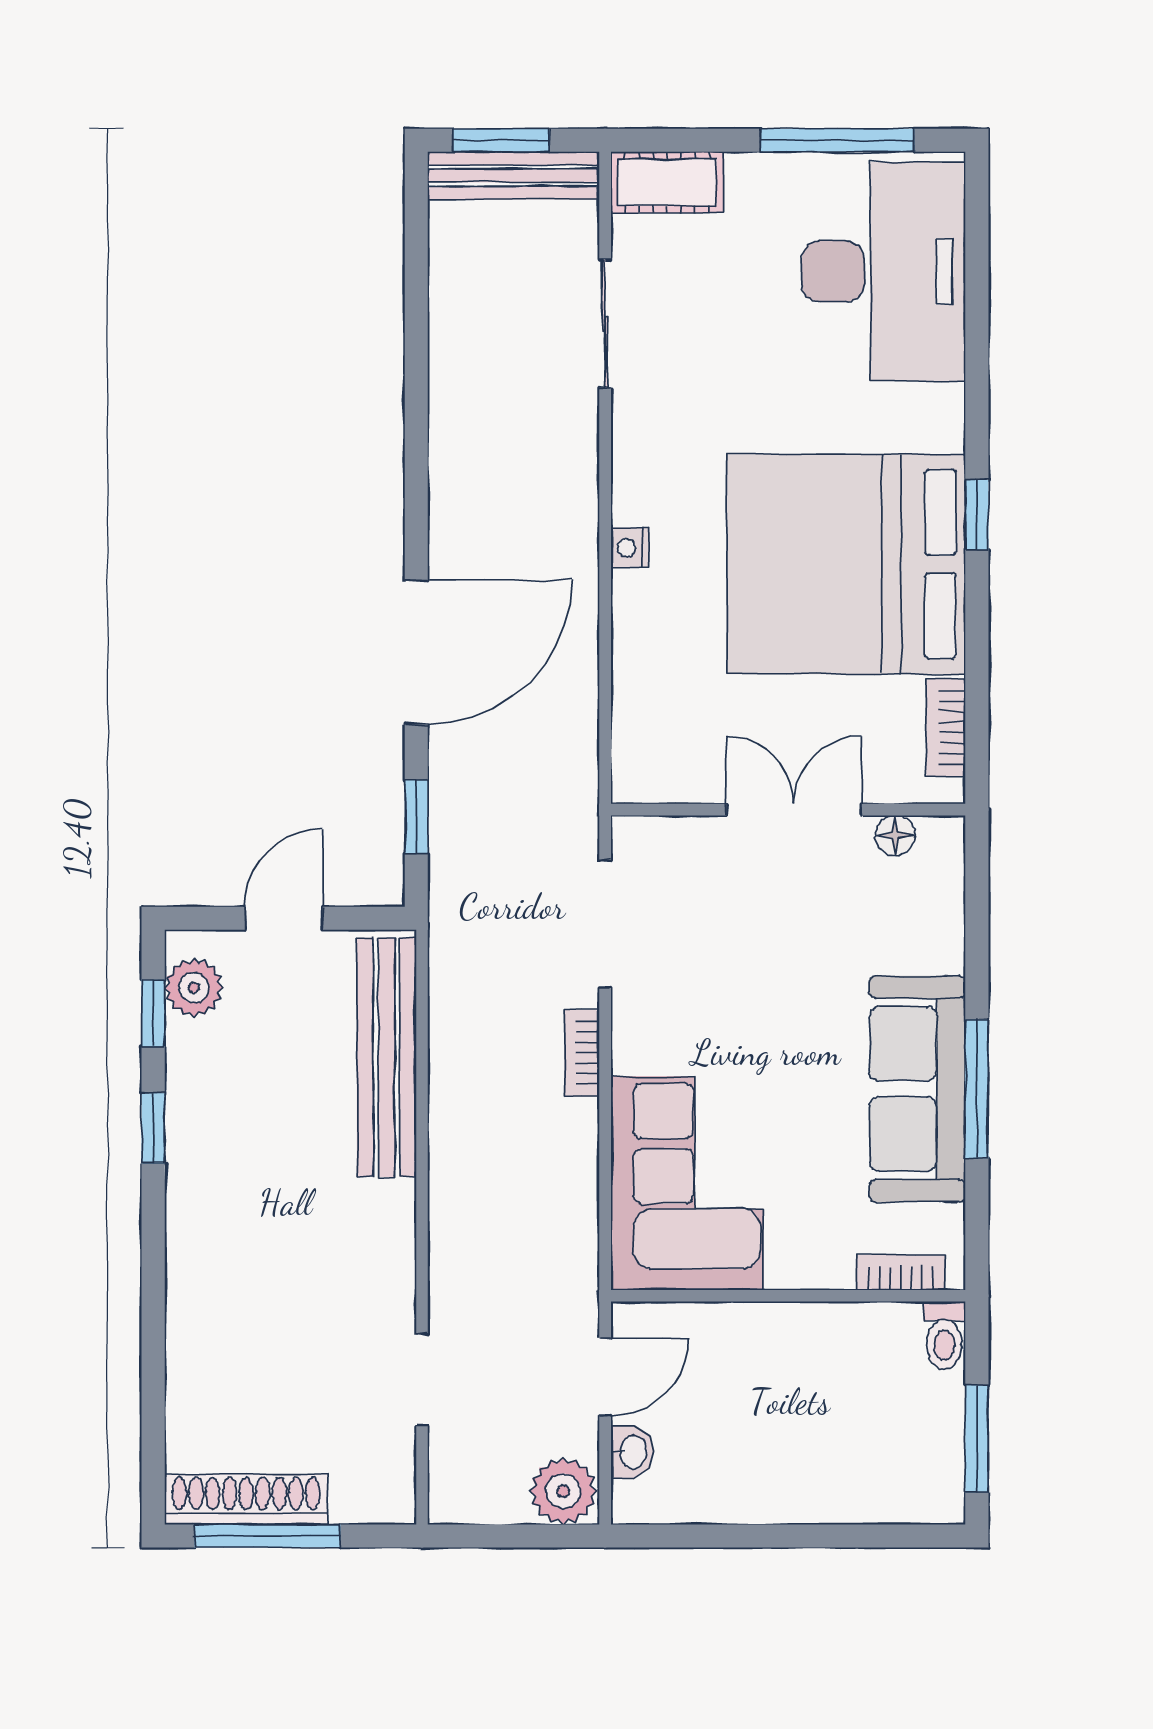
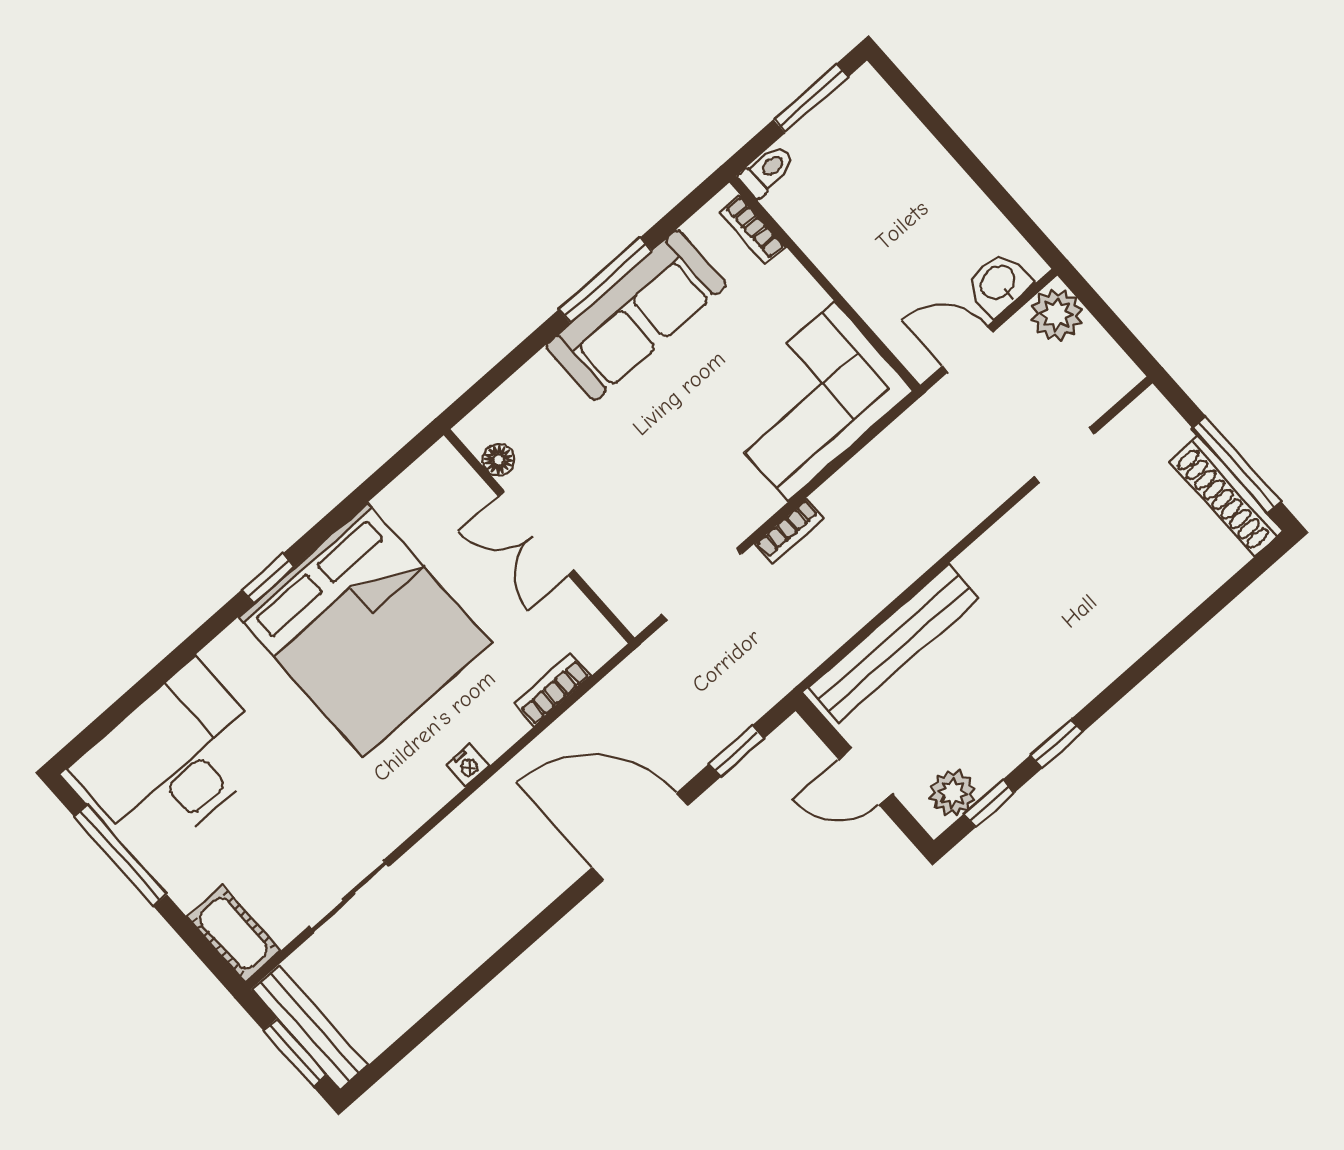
bookcase: (946, 727) -> (552, 690), moved, turned 180
washbasin: (632, 1452) -> (999, 283), width x1.38, depth x1.45

